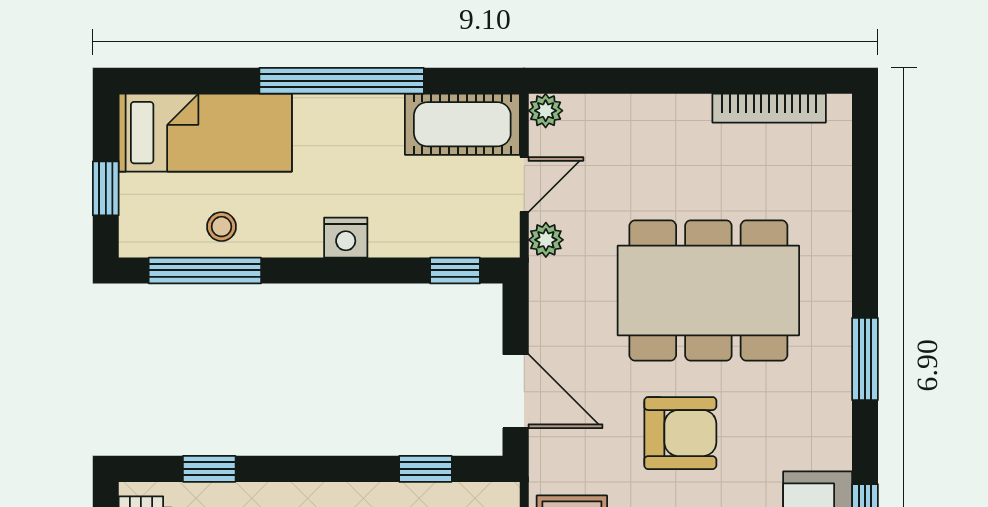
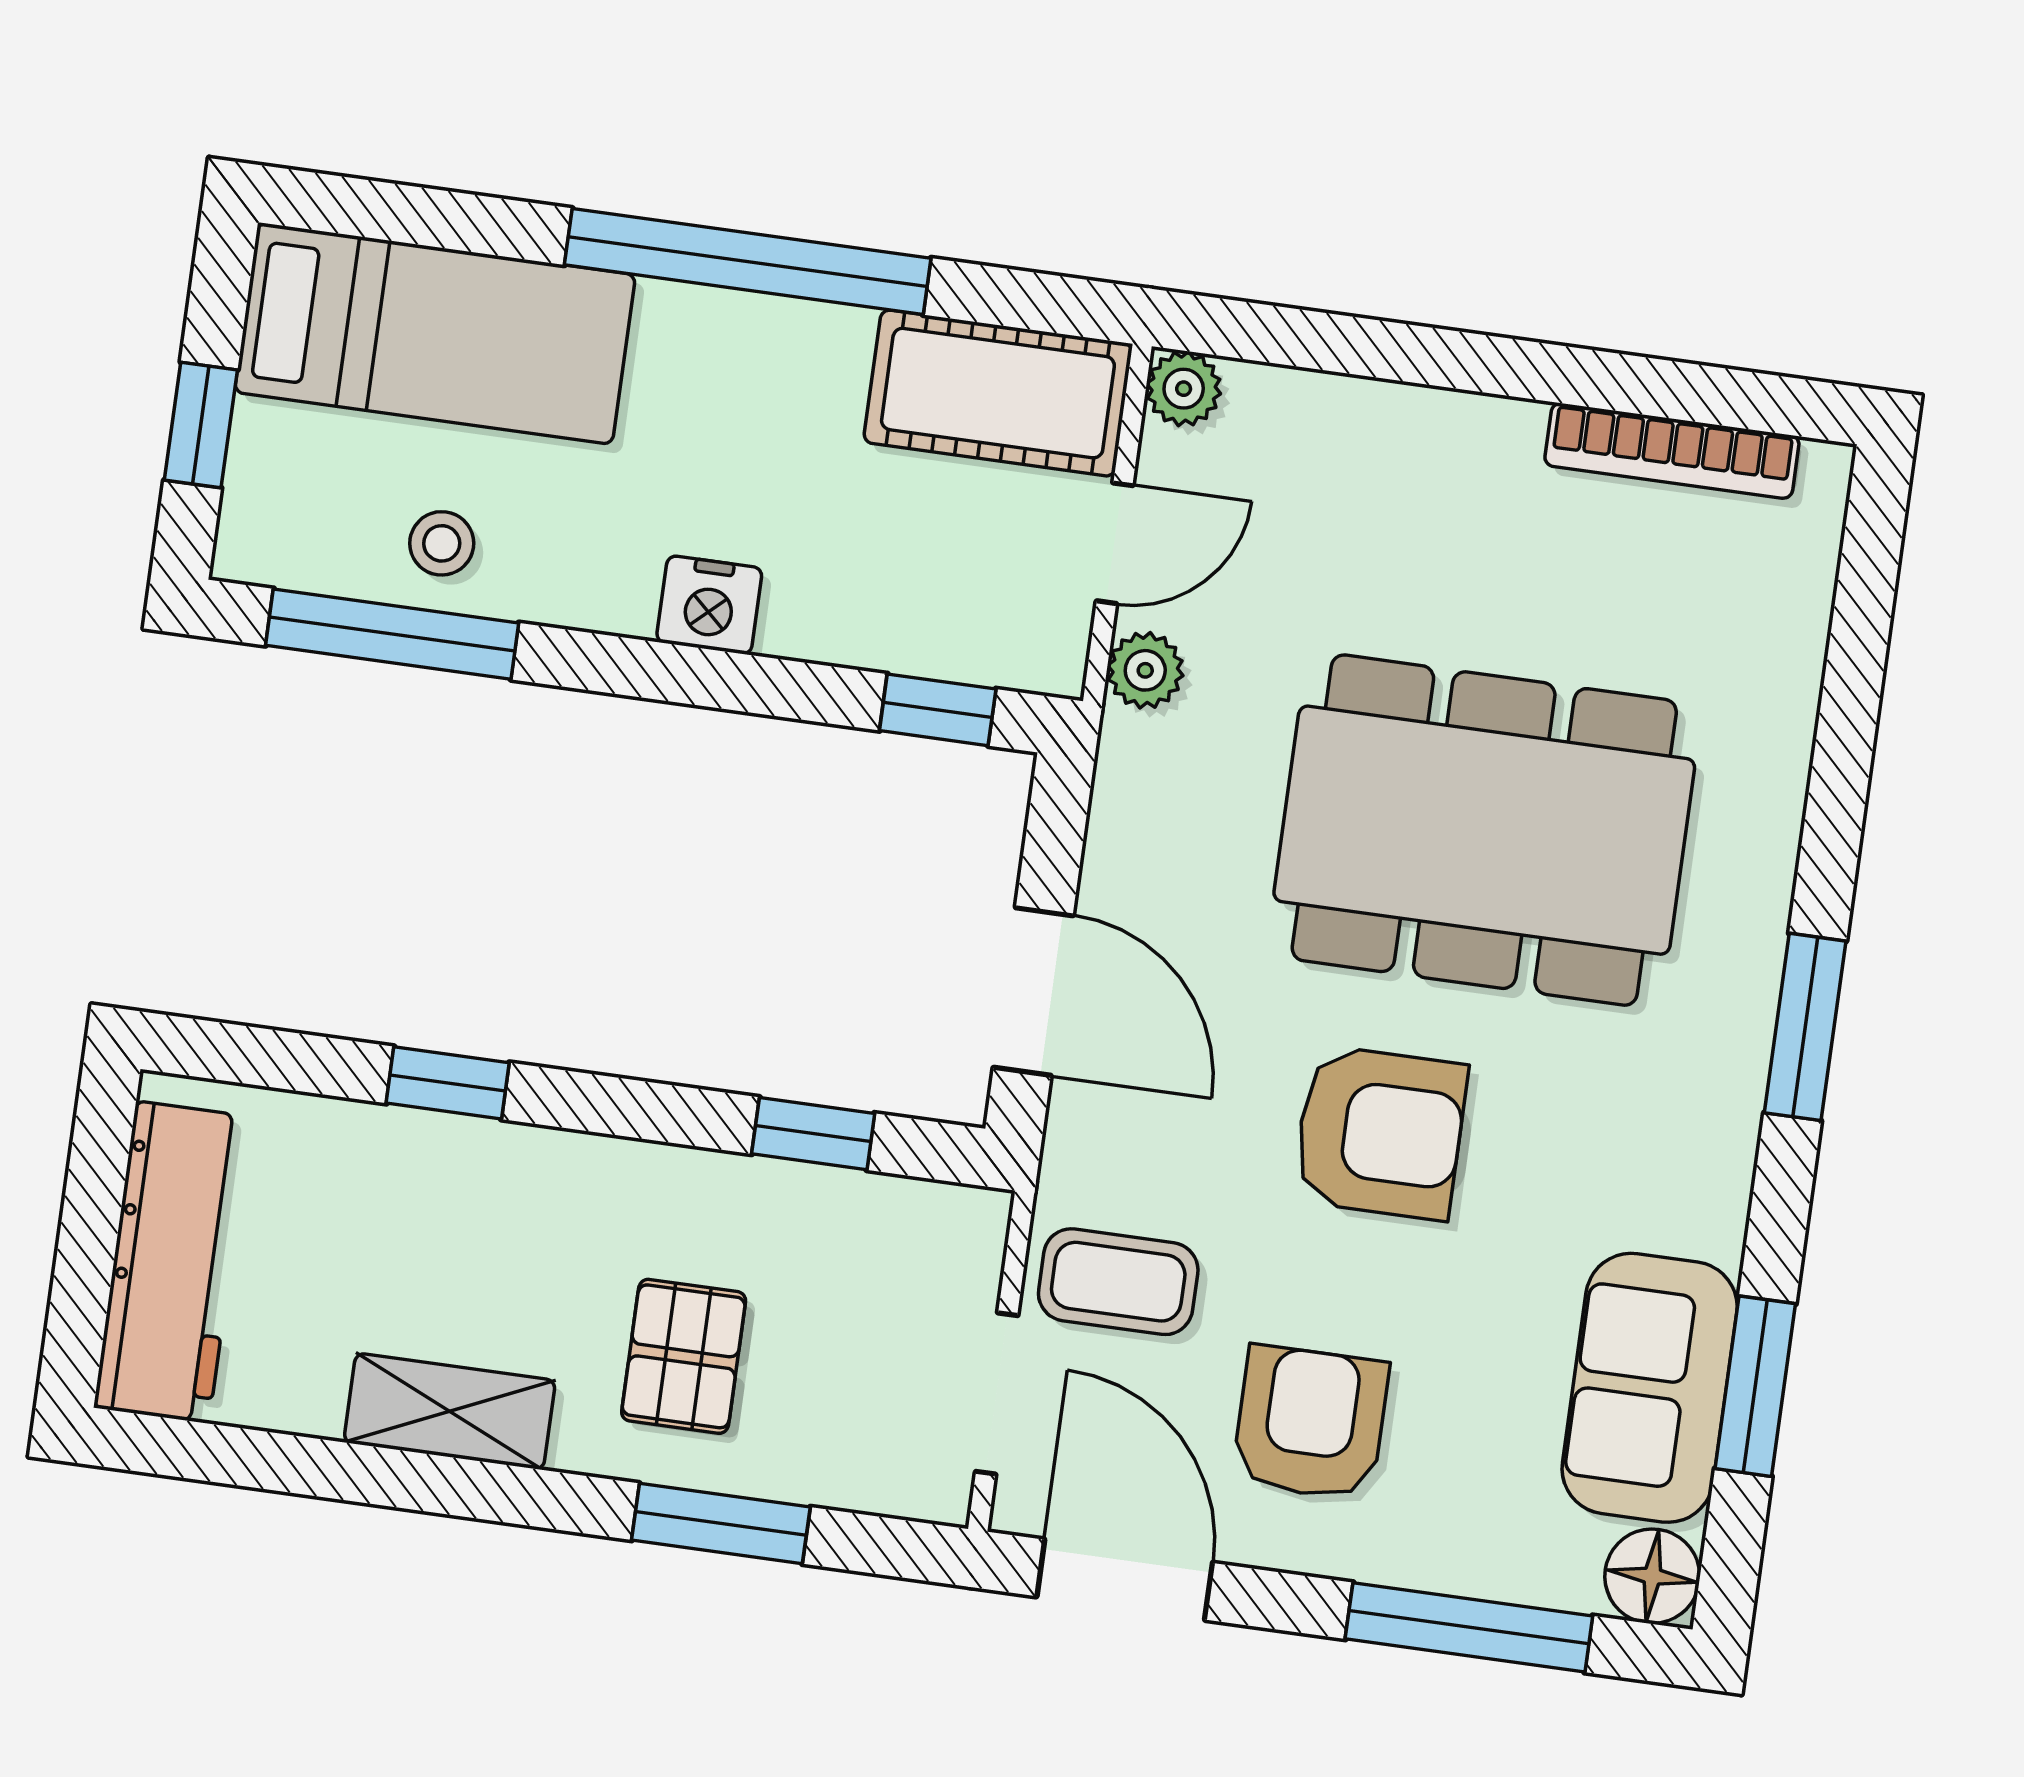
window: (209, 469) -> (448, 1083), moved

